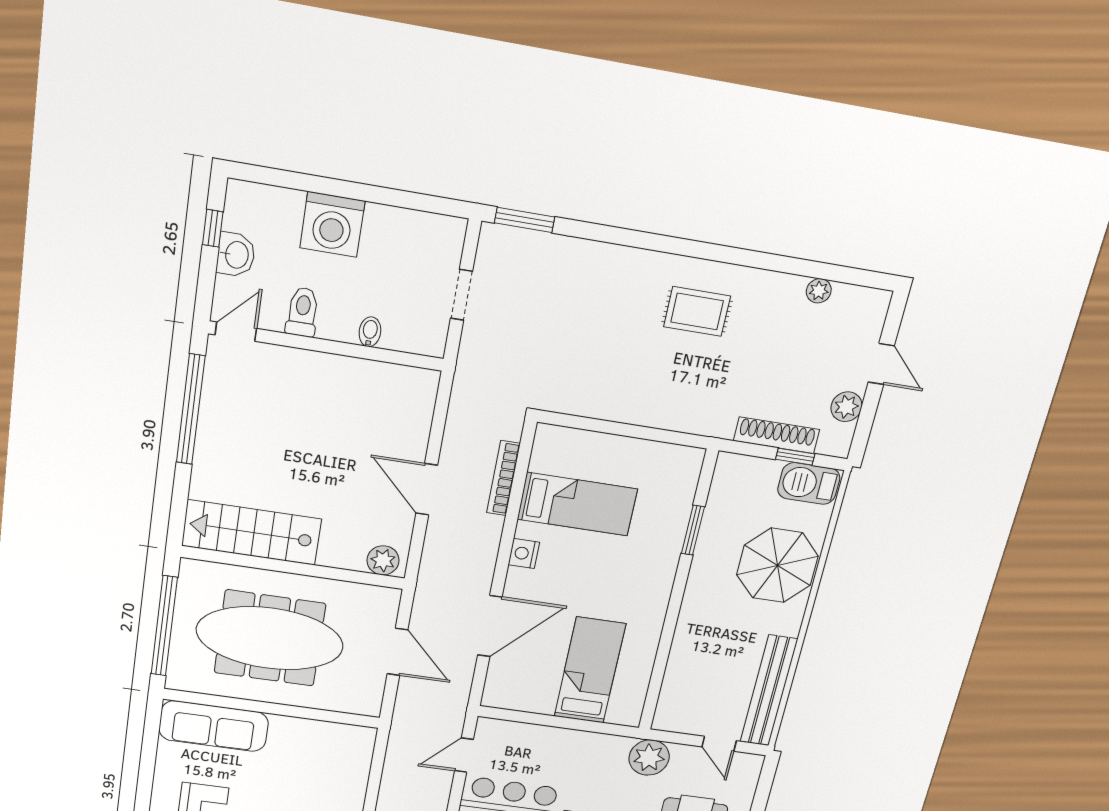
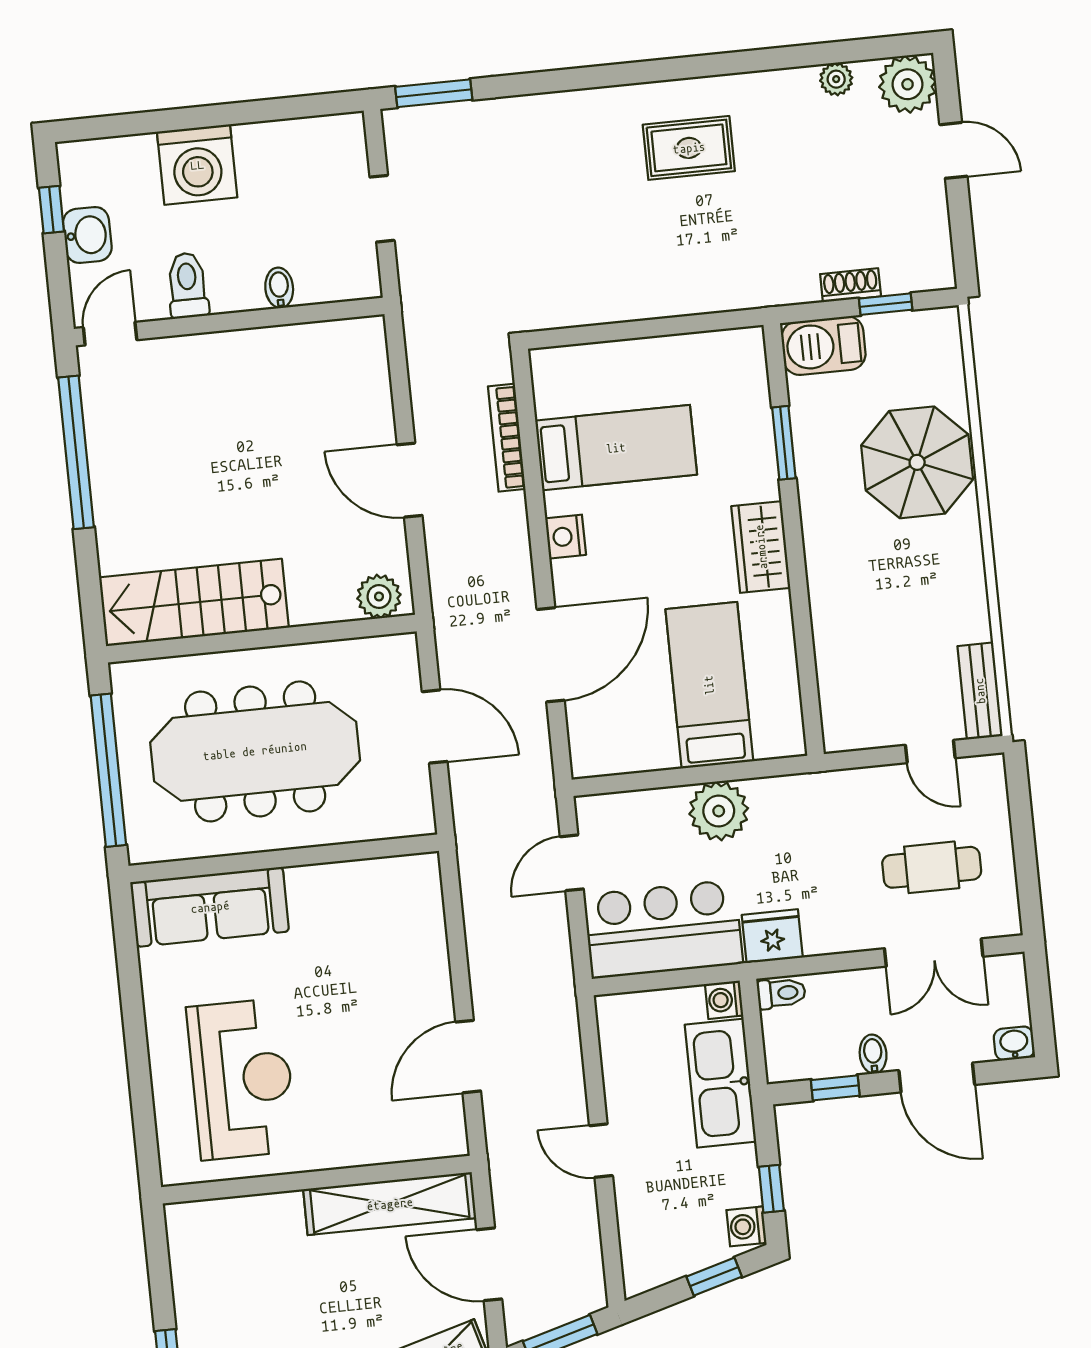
plant: (846, 407) -> (908, 84), moved, width x1.36, depth x1.36
shoe rack: (777, 435) -> (851, 285), width x0.51, depth x0.81
barbecue: (809, 483) -> (823, 346), moved
wardrobe: (654, 593) -> (761, 547), added
bench: (769, 691) -> (980, 691), width x0.54, depth x0.82
plant: (649, 758) -> (719, 811), moved

